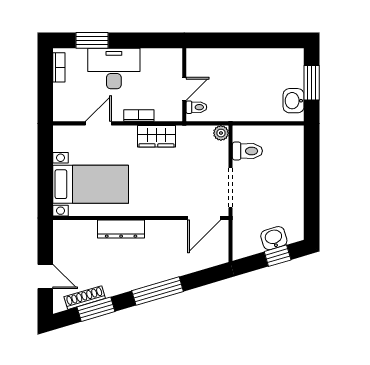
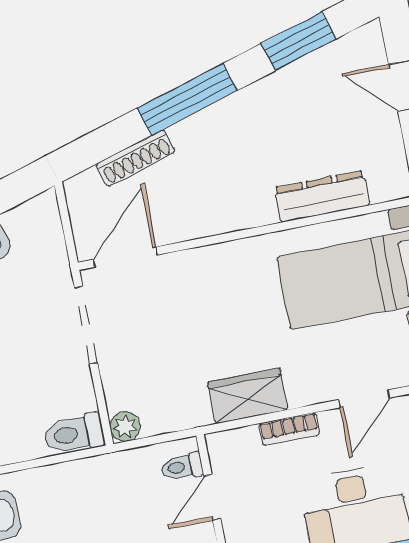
toilet: (247, 151) -> (74, 434), moved
dresser: (121, 229) -> (322, 196), moved
shoe rack: (85, 298) -> (135, 158), moved

